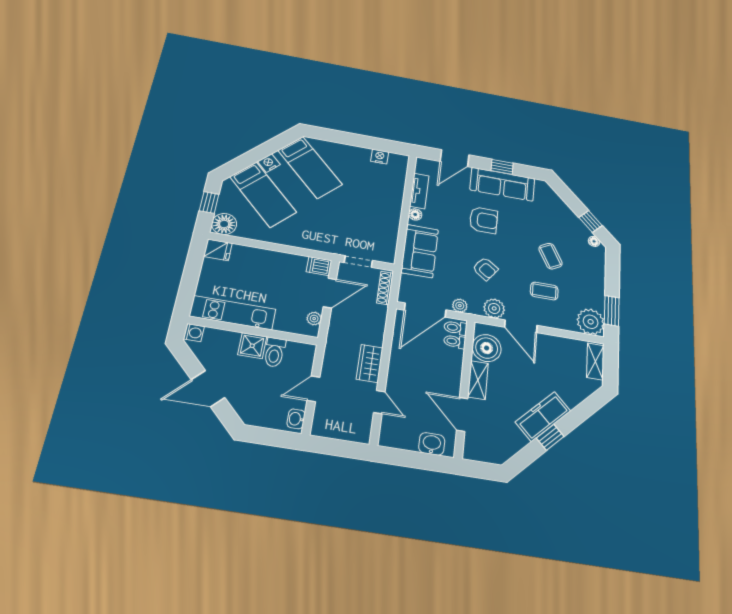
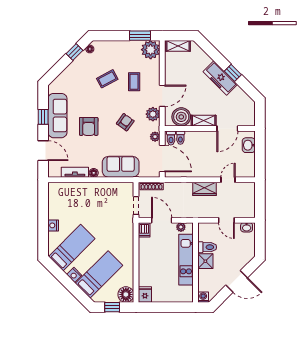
nightstand: (380, 157) -> (53, 225), moved
armchair: (483, 220) -> (89, 126), turned 180
kitchen unit: (233, 313) -> (186, 260), moved
door: (208, 389) -> (237, 281), hinge flipped

